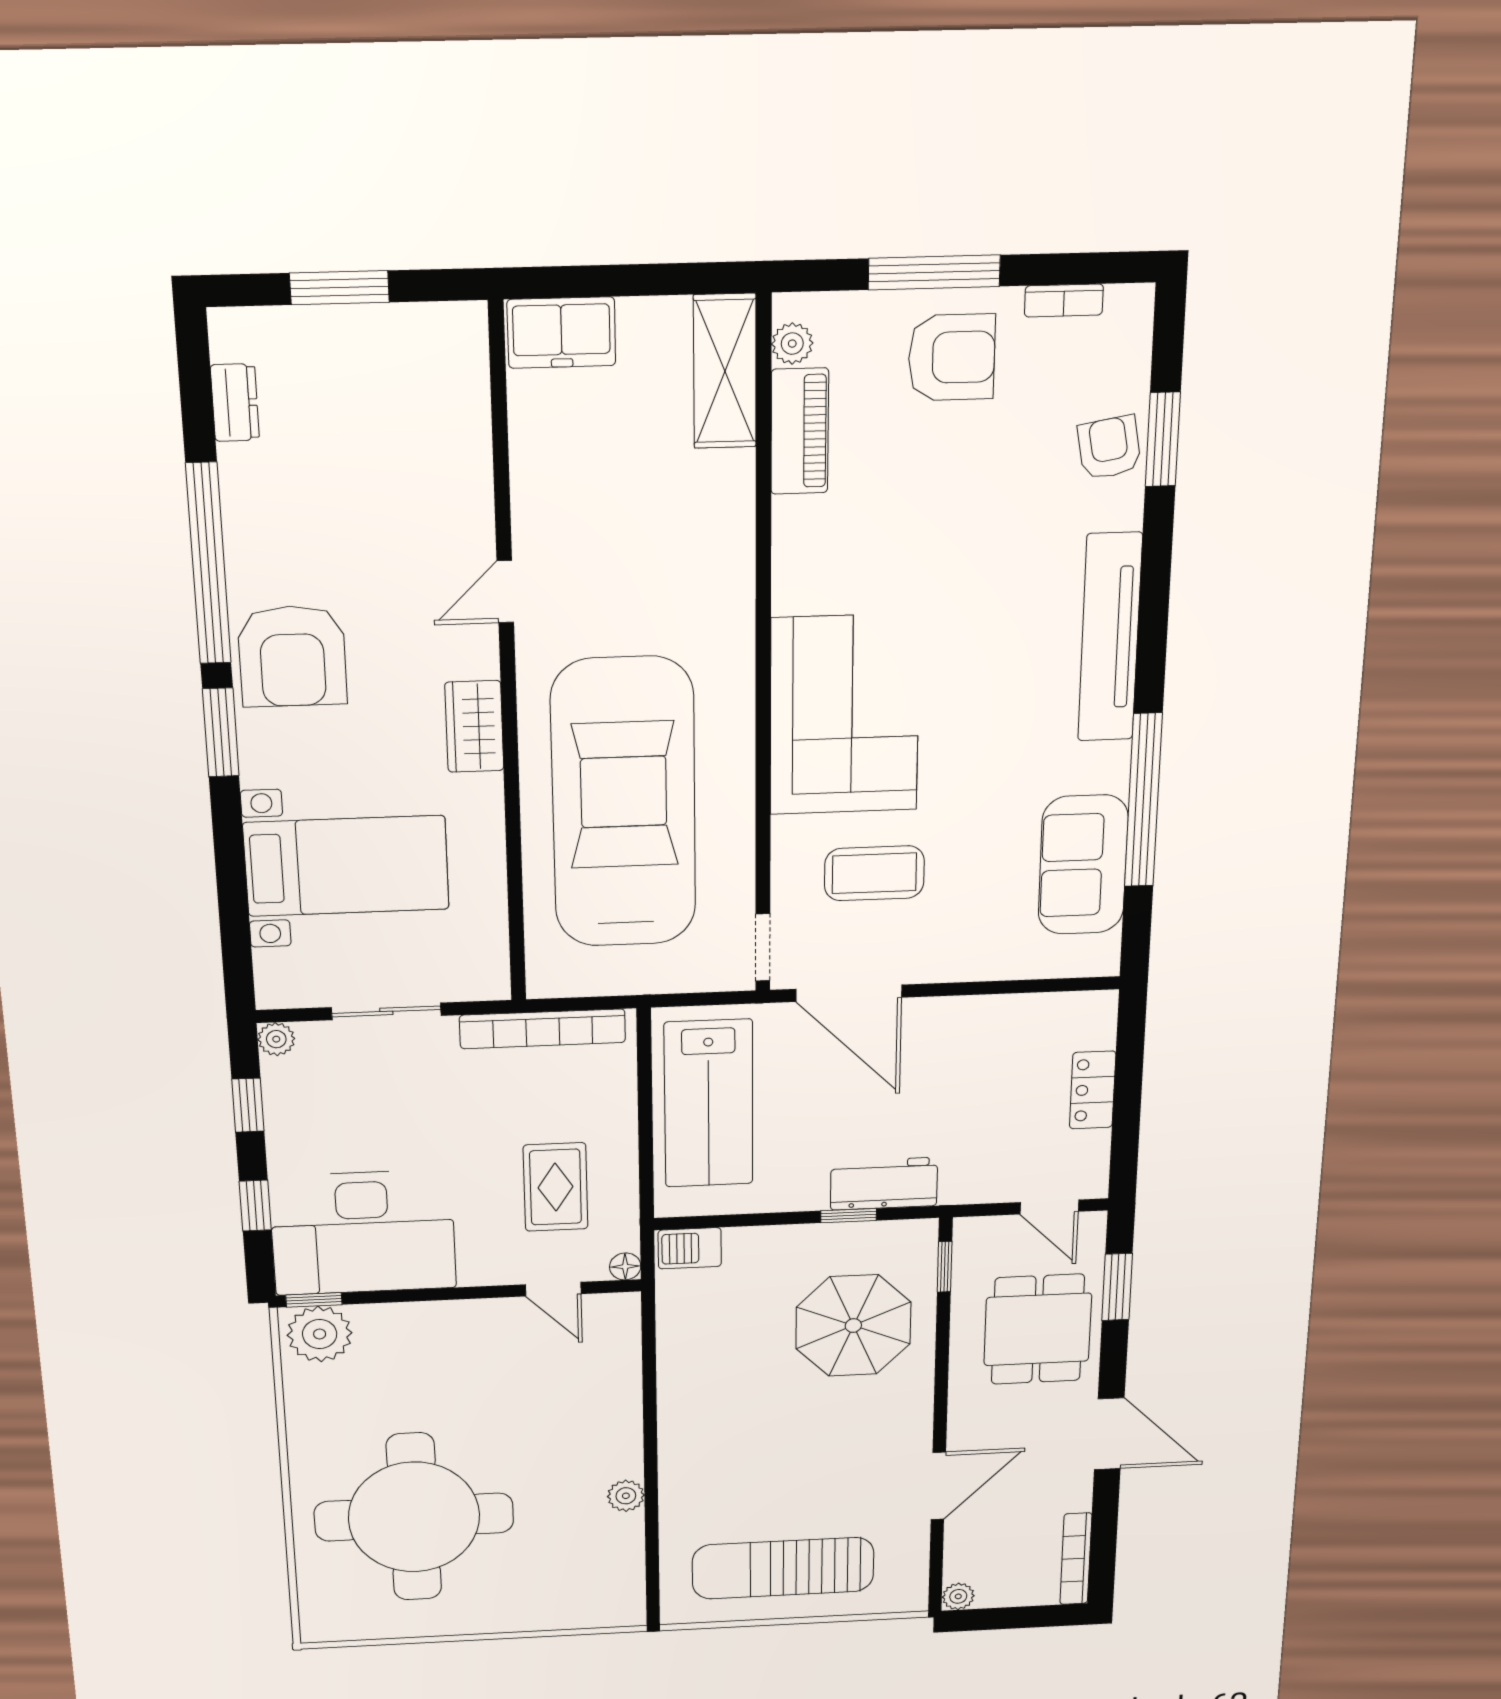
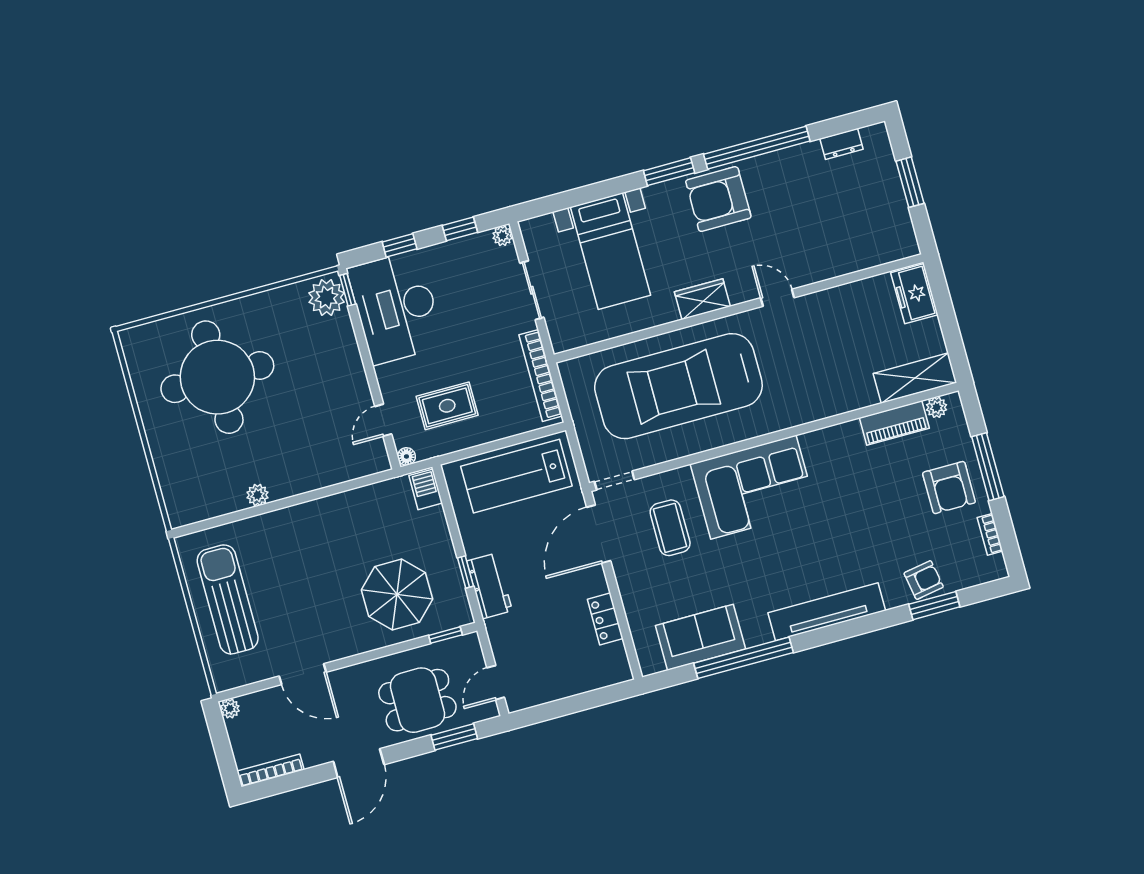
car: (624, 803) -> (678, 386), turned 180
locker: (1093, 1090) -> (605, 619), moved, turned -90

